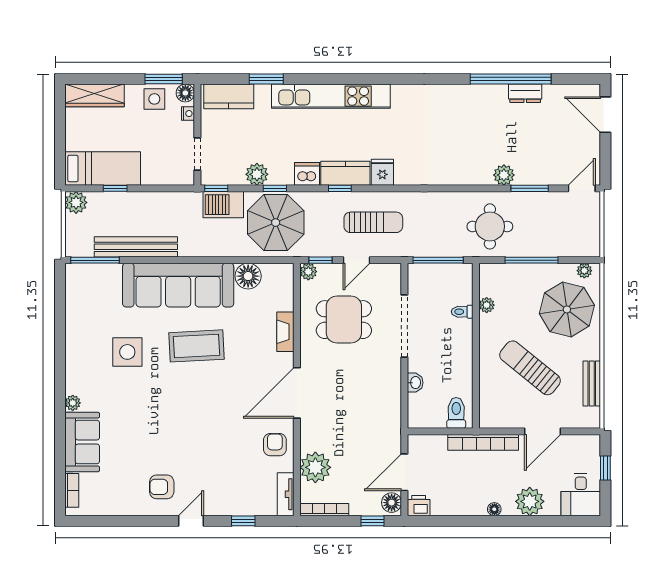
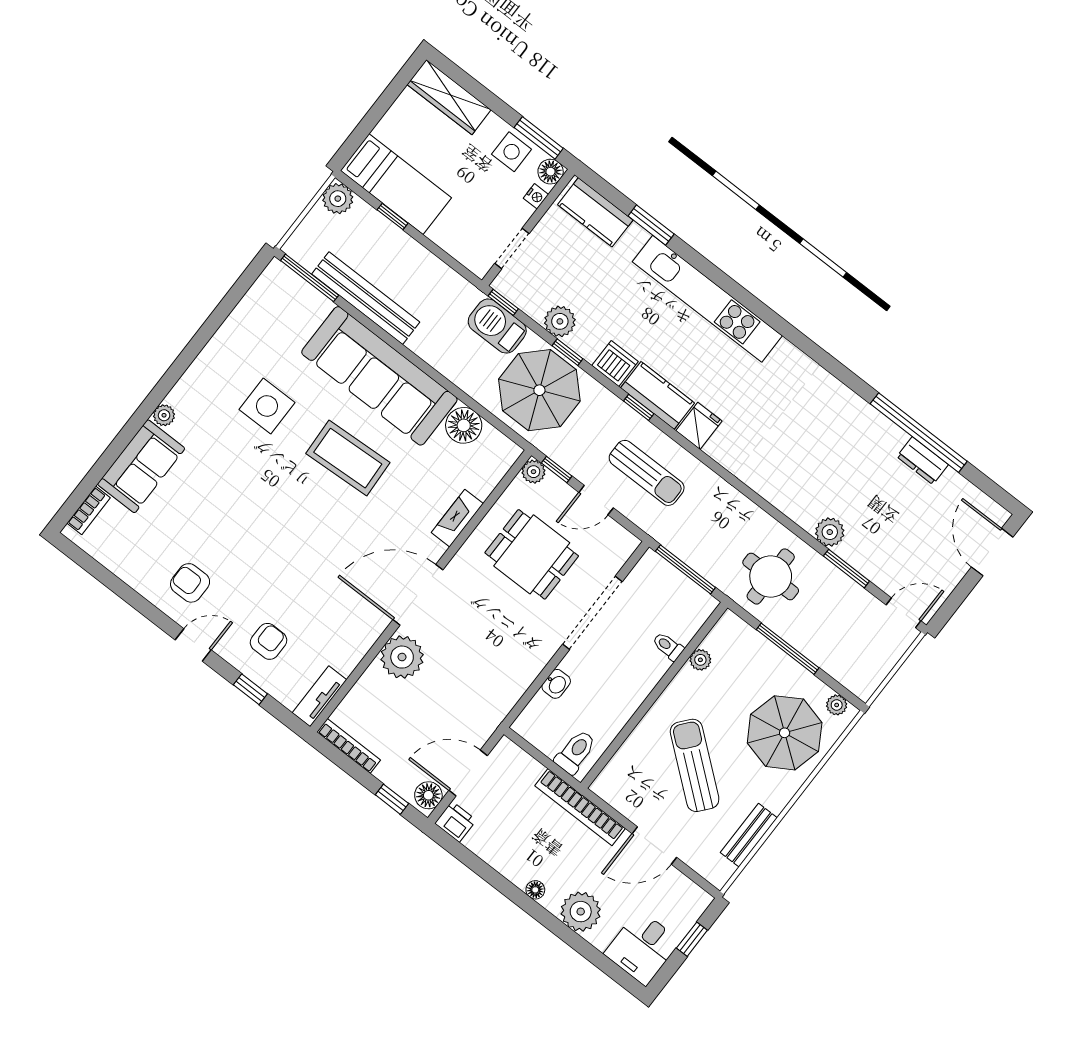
armchair: (275, 445) -> (269, 641), moved
plant: (315, 467) -> (402, 657), moved

